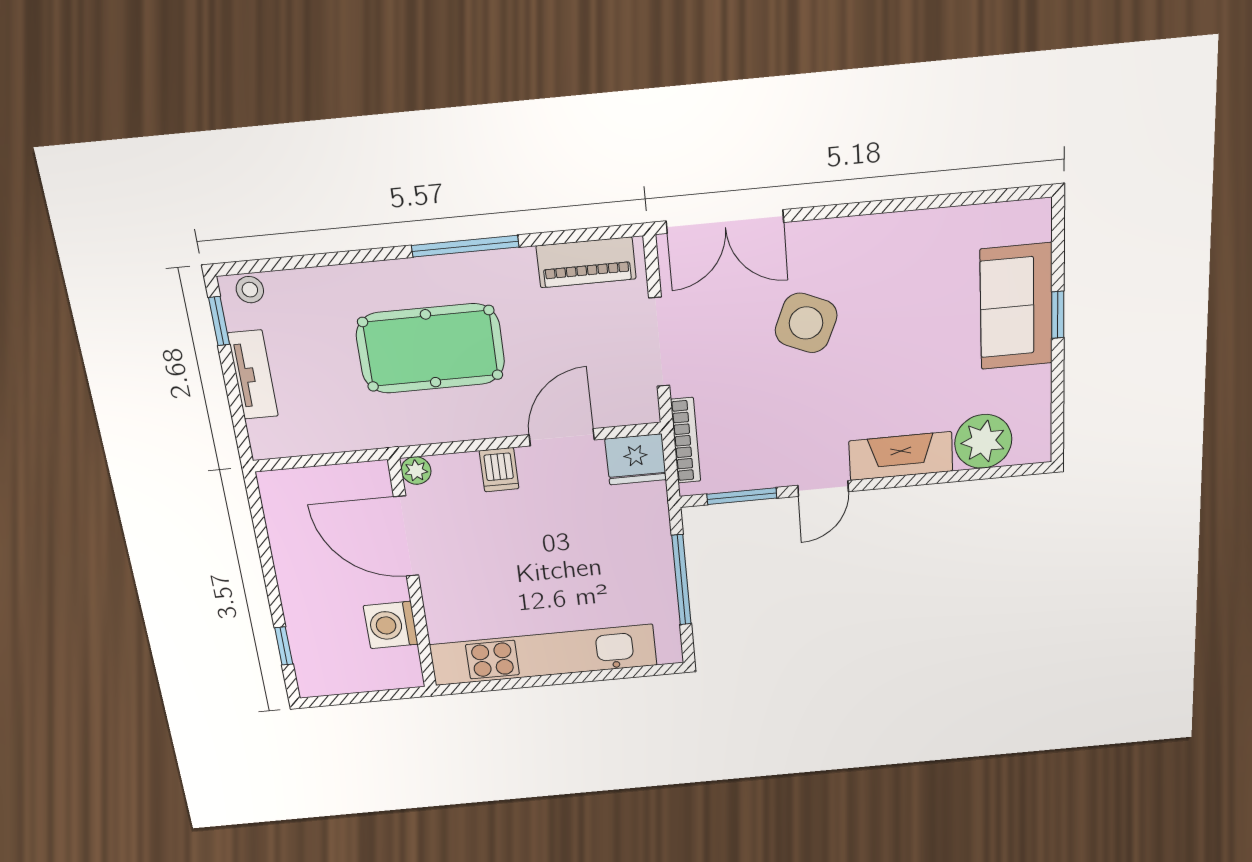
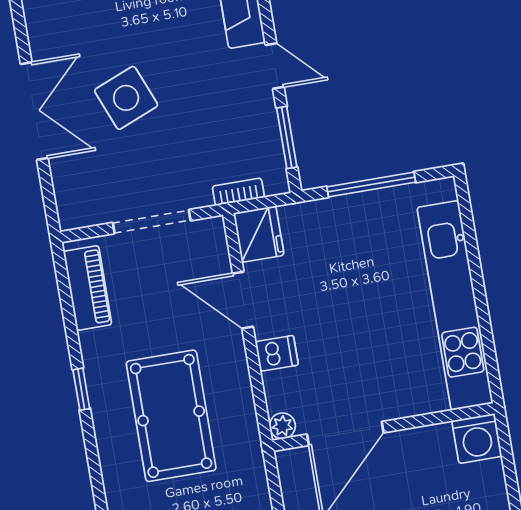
double door: (725, 222) -> (34, 111), moved
window: (465, 246) -> (81, 389), width x0.46
side table: (806, 323) -> (126, 98), turned 45
bookcase: (686, 440) -> (238, 192), width x0.64
washing machine: (391, 625) -> (477, 438), moved

